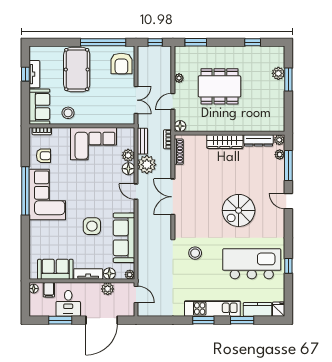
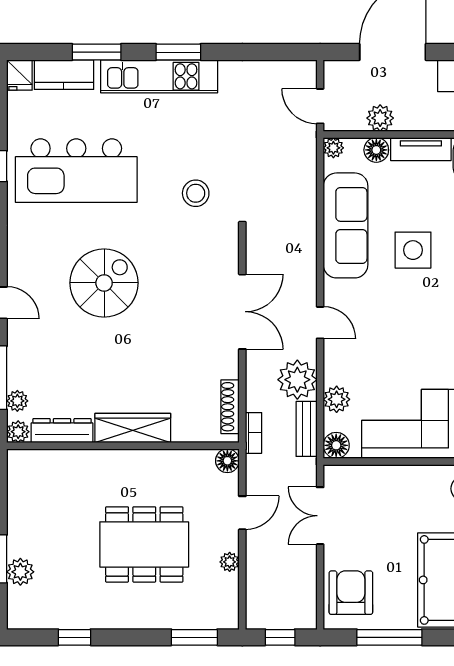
window: (103, 42) -> (389, 637), width x0.68
floor lamp: (128, 169) -> (336, 445), moved

